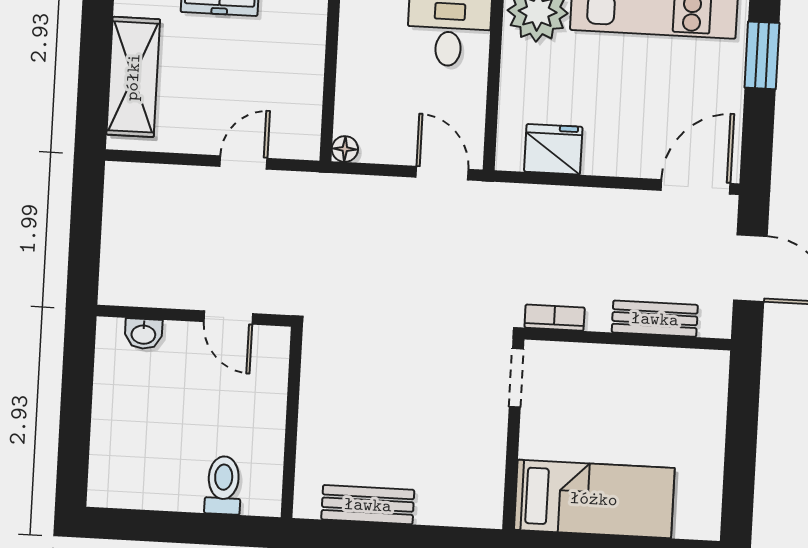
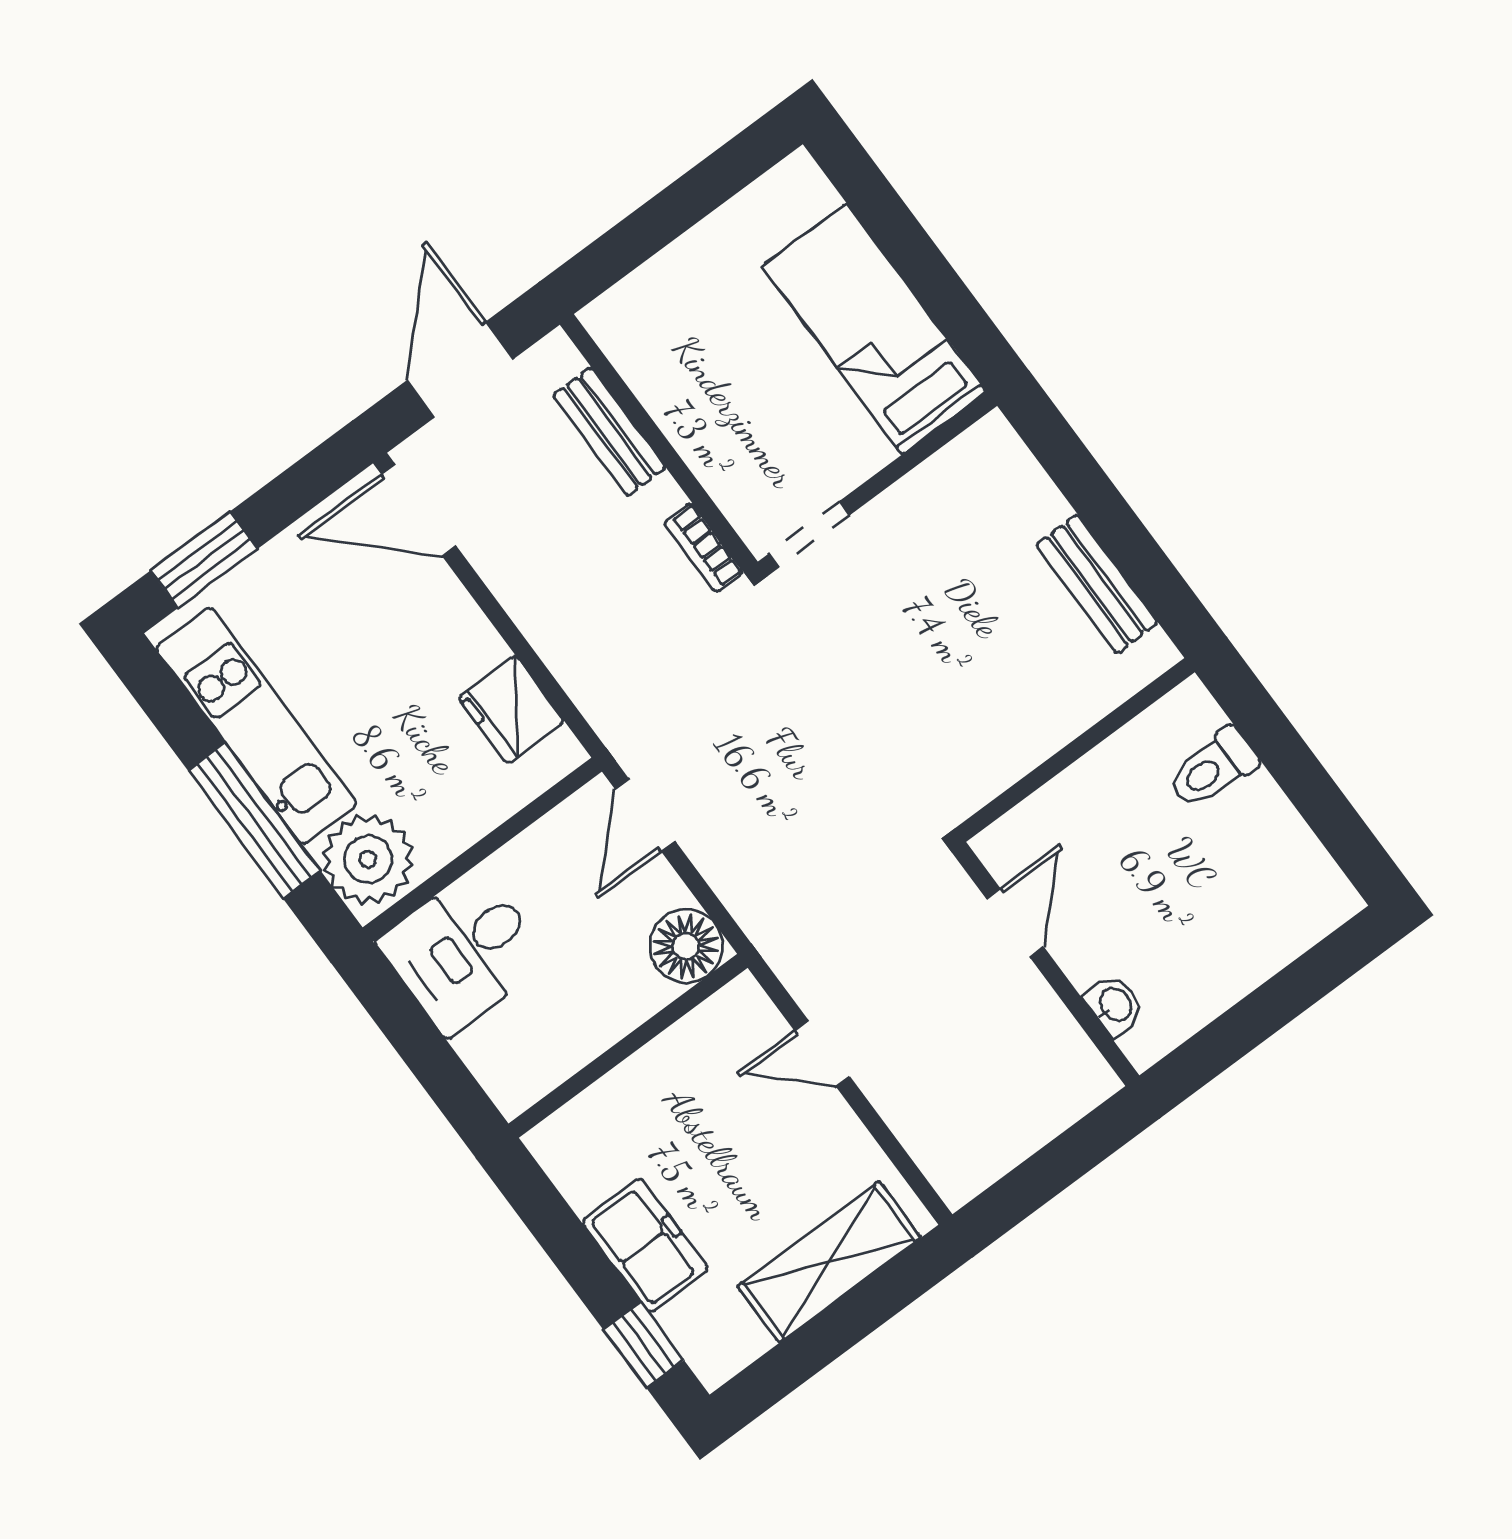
floor lamp: (345, 149) -> (686, 946), width x1.89, depth x1.89

